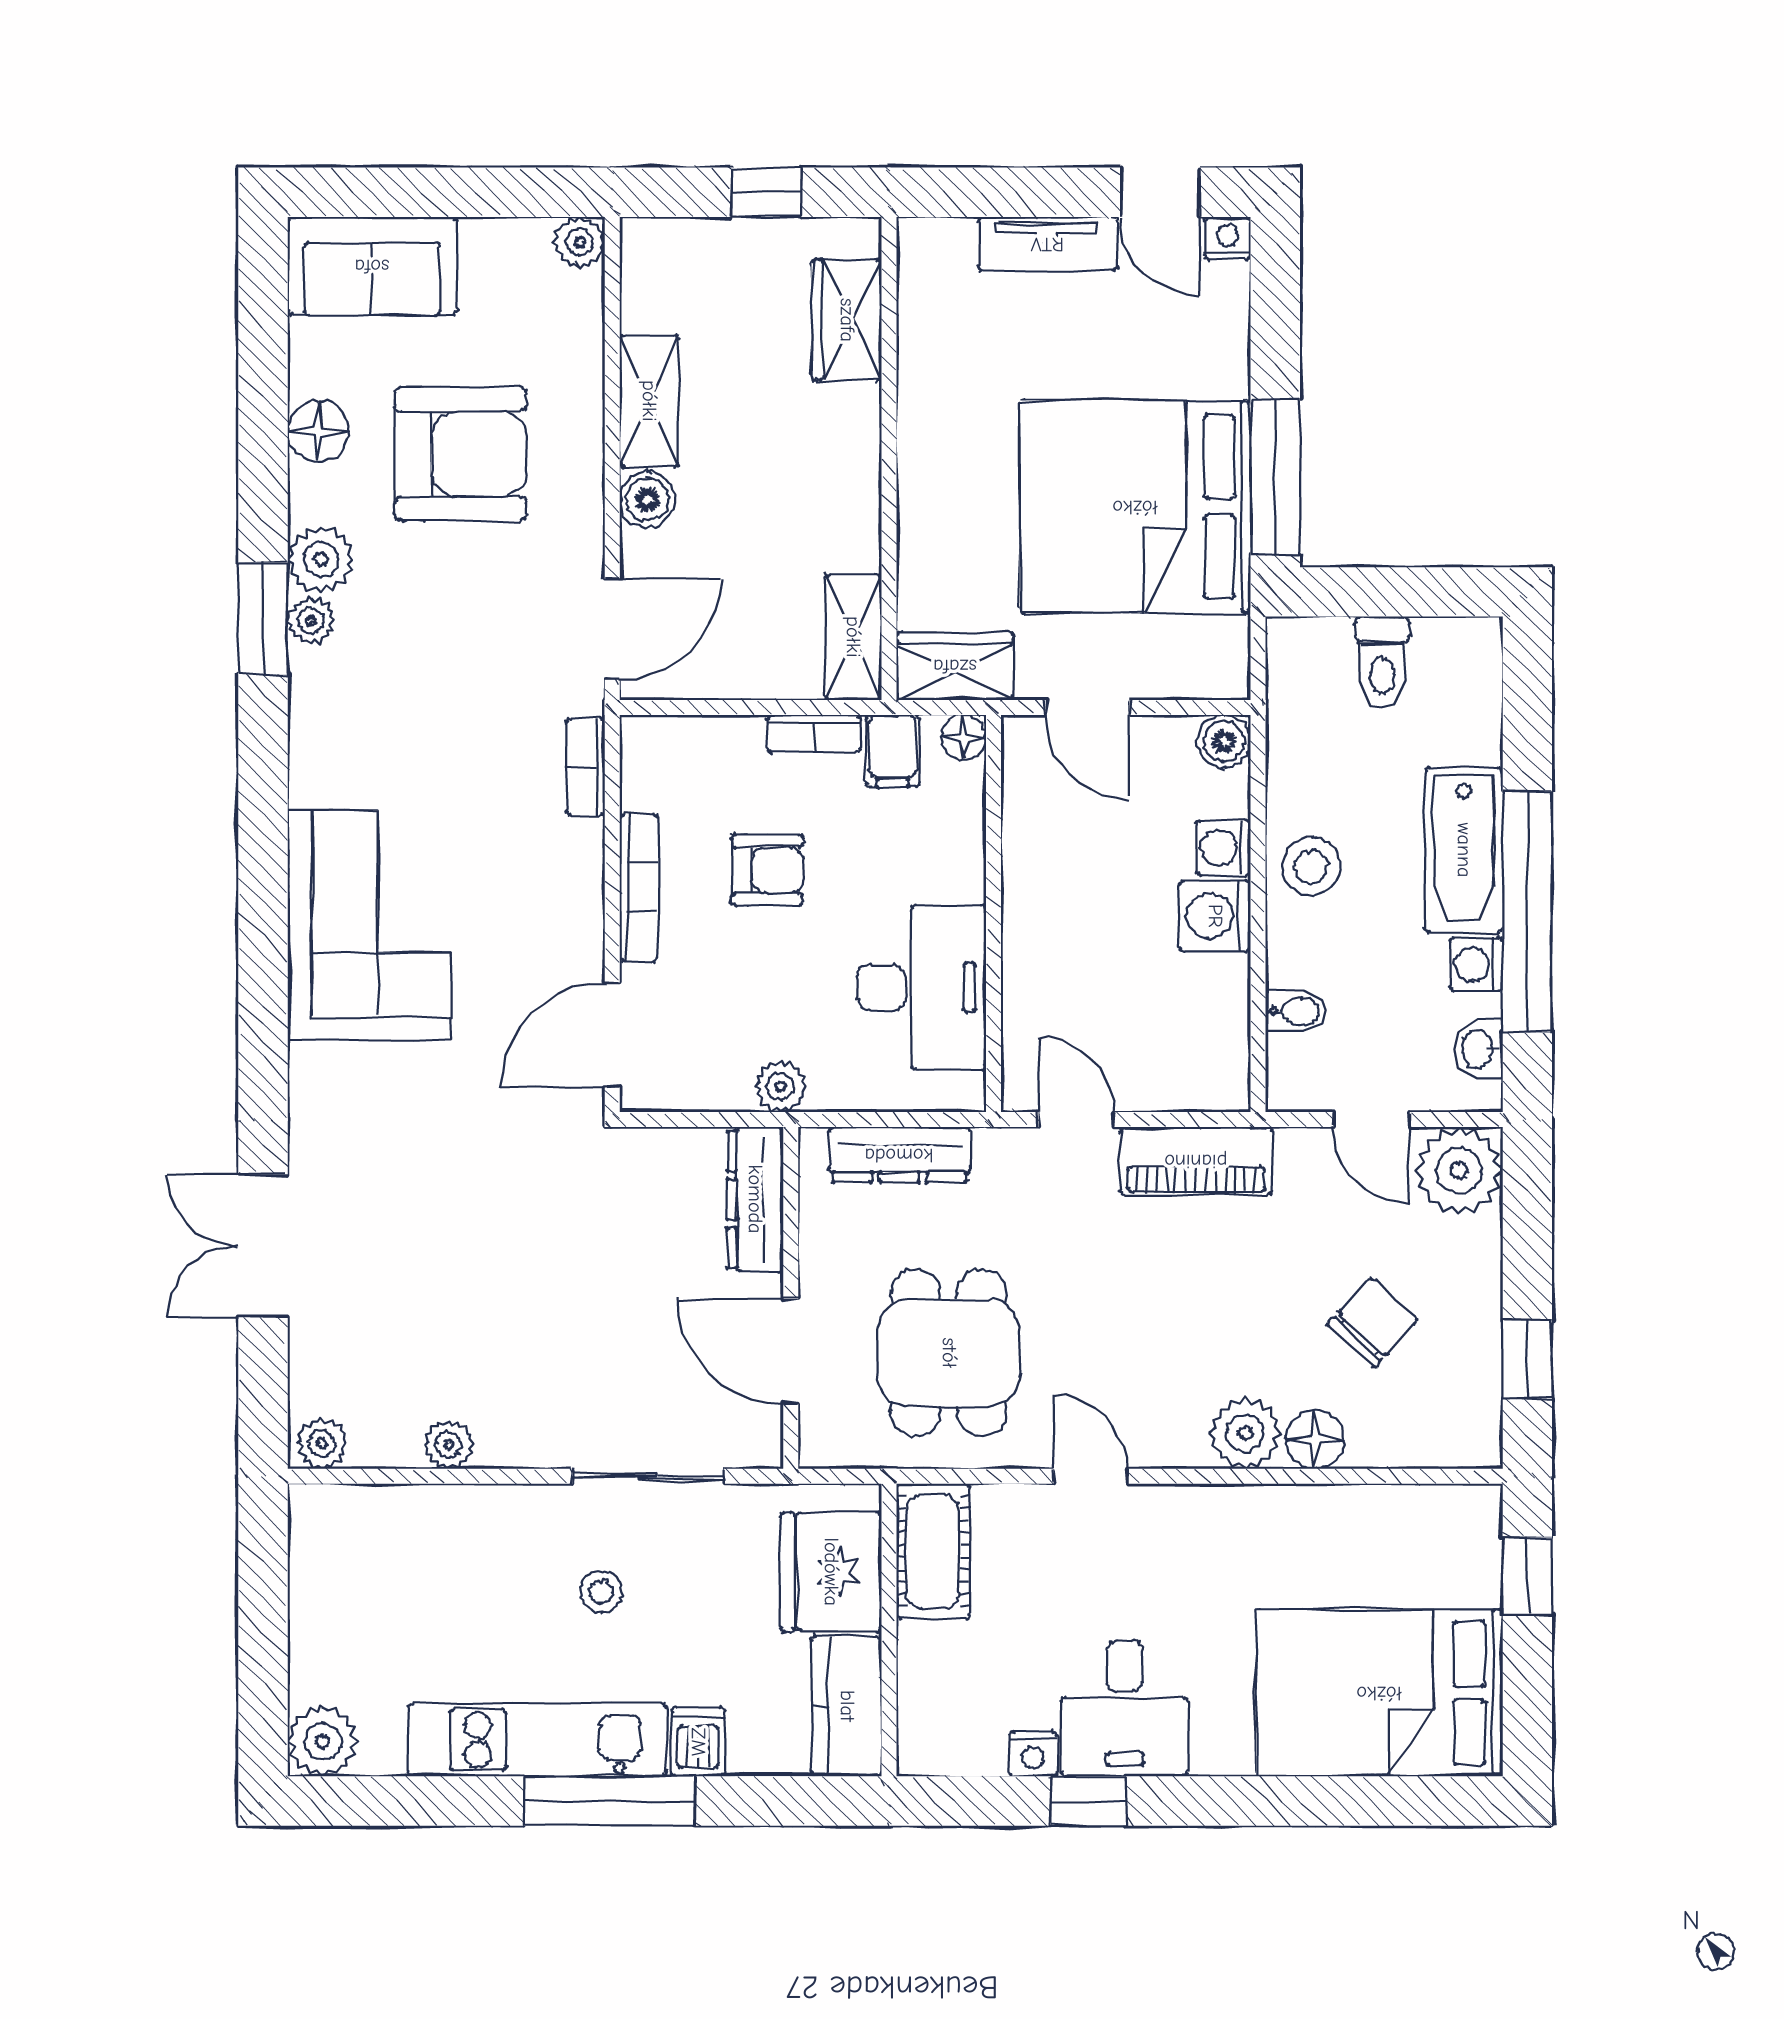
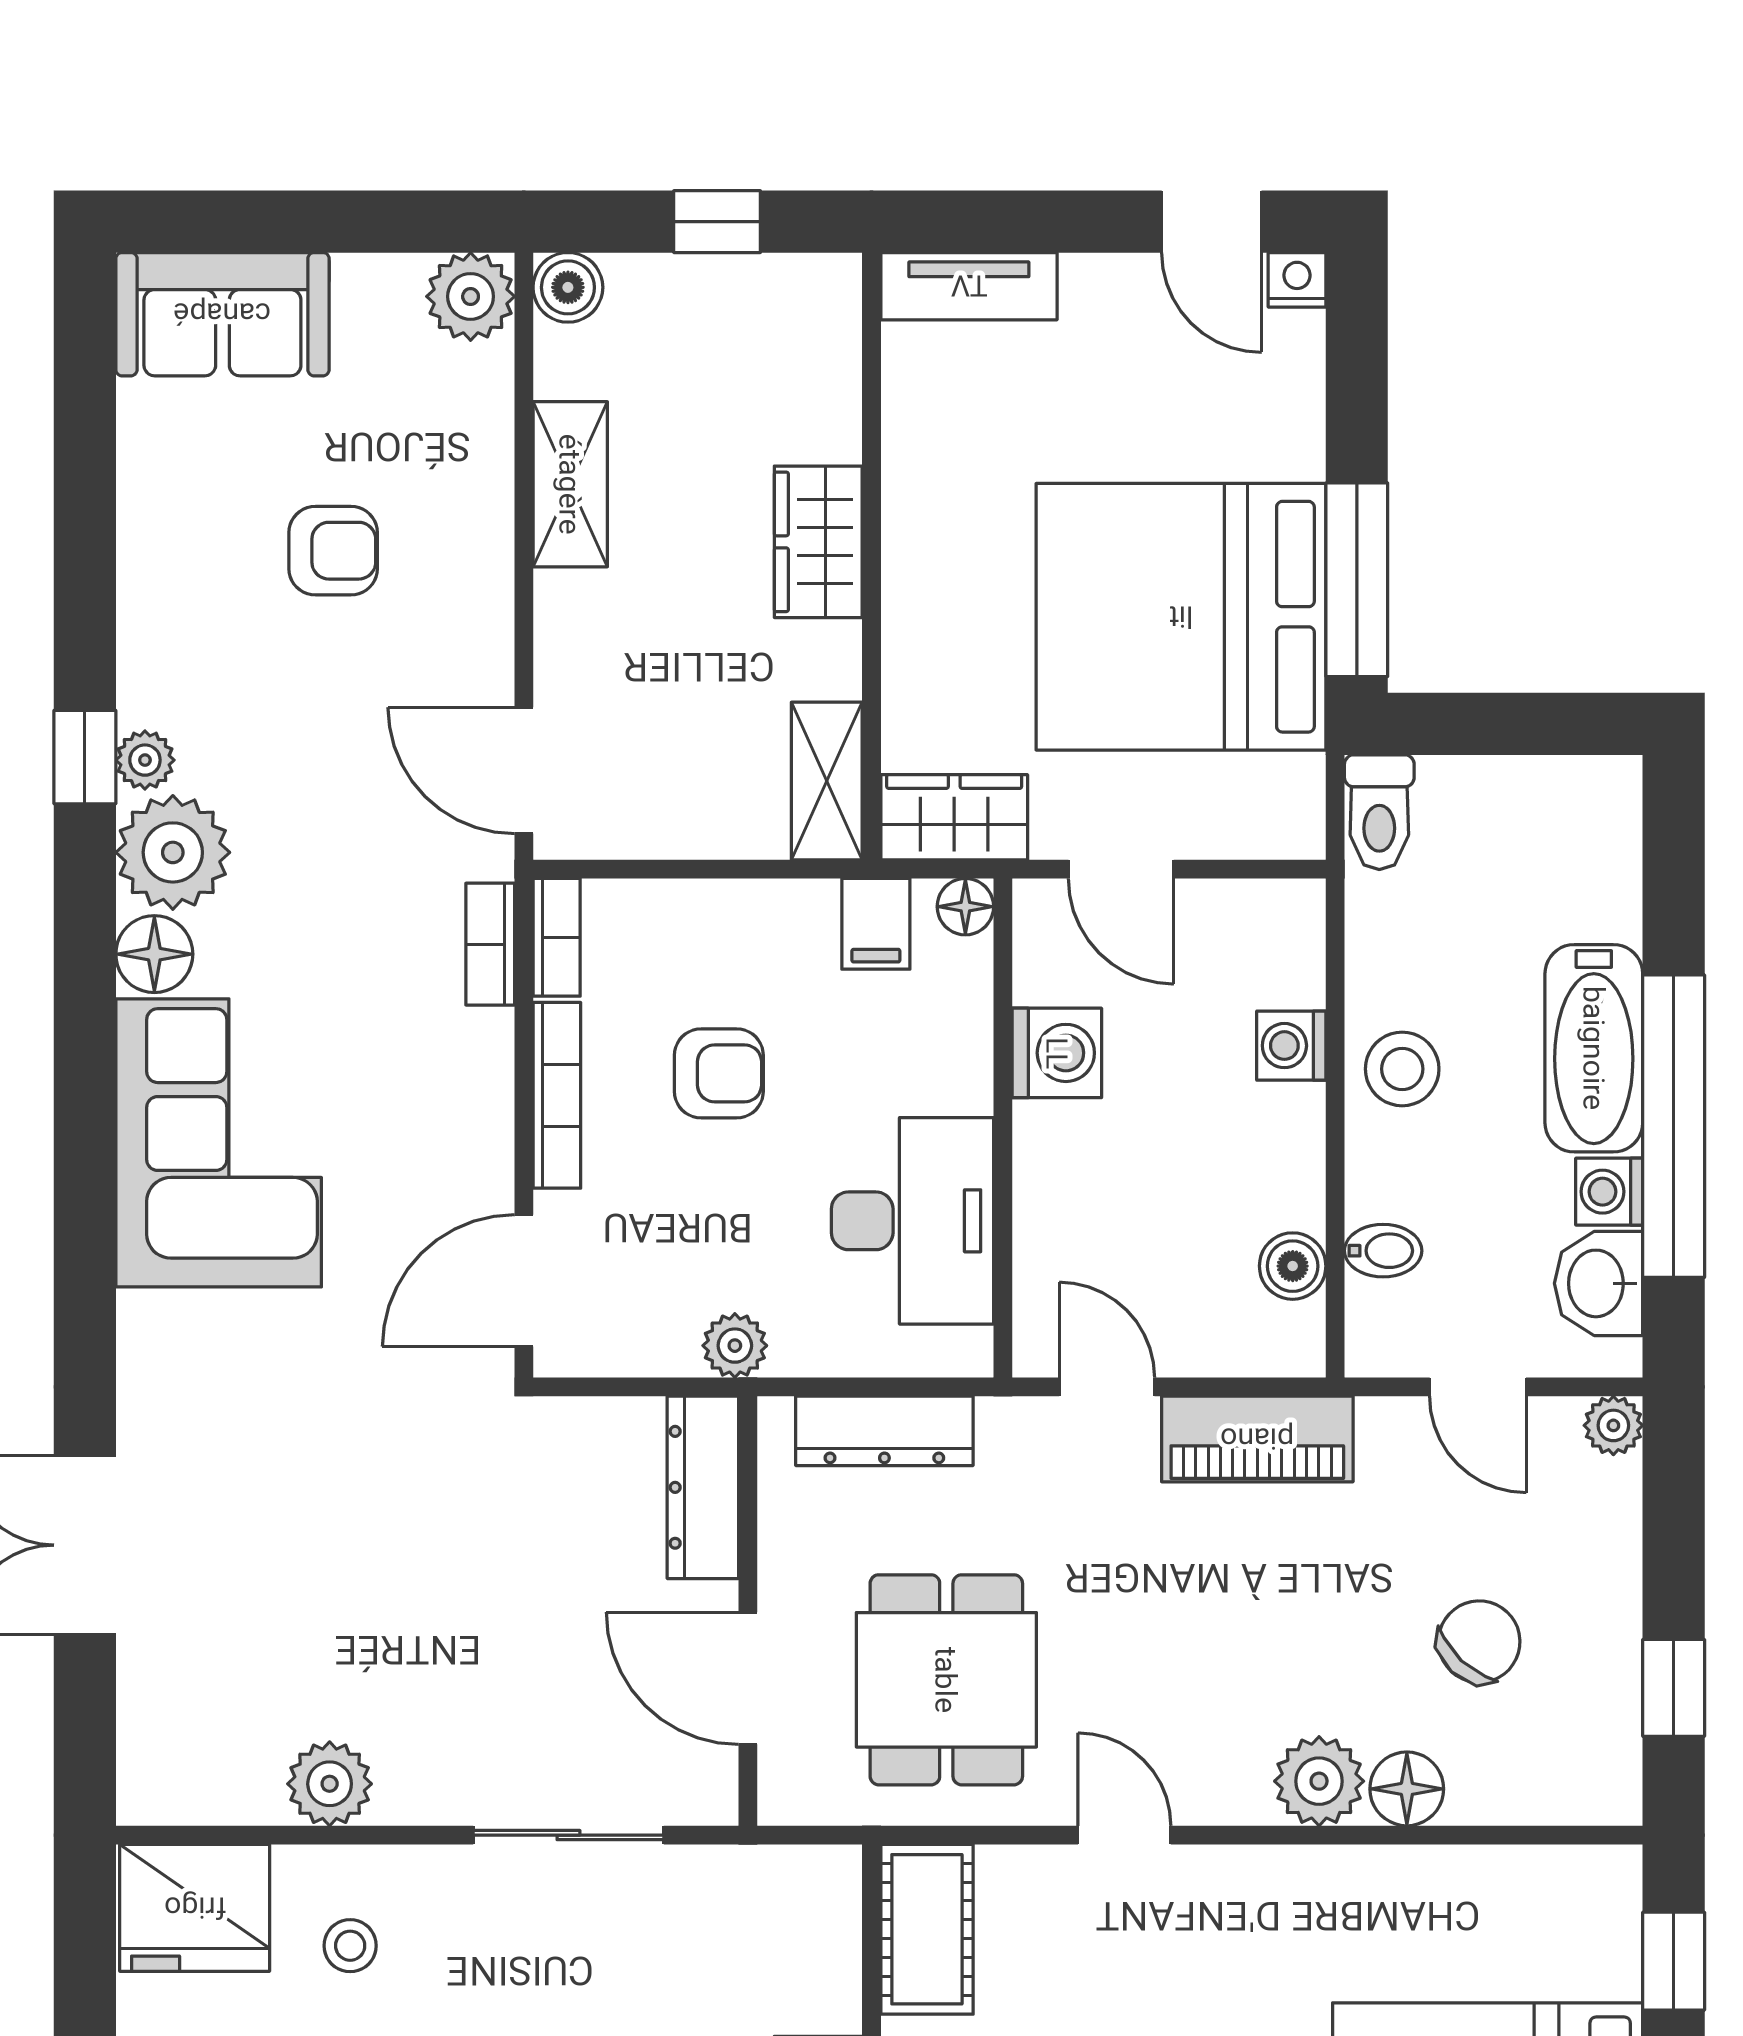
plant: (579, 242) -> (471, 296), width x1.38, depth x1.38
tv unit: (1047, 244) -> (969, 286), moved
wardrobe: (847, 320) -> (818, 542), moved
floor lamp: (318, 431) -> (154, 954), moved
armchair: (461, 454) -> (333, 551), width x0.53, depth x0.53
boiler: (647, 500) -> (568, 287), moved
plant: (321, 559) -> (173, 852), moved, width x1.36, depth x1.36
window: (263, 618) -> (85, 757), width x0.67
door: (612, 629) -> (524, 770), swing flipped
toilet: (1382, 662) -> (1379, 812), moved
bookcase: (814, 734) -> (557, 937), moved, turned -90
boiler: (1224, 741) -> (1293, 1266), moved
washing machine: (1215, 916) -> (1057, 1053), moved, turned 180
washbasin: (1479, 1049) -> (1599, 1283), width x1.38, depth x1.45
plant: (1459, 1171) -> (1613, 1425), width x0.53, depth x0.53
plant: (322, 1444) -> (159, 1794), removed
plant: (449, 1445) -> (330, 1784), width x1.38, depth x1.38
fridge: (831, 1572) -> (195, 1908), moved, turned -90
stool: (601, 1592) -> (350, 1946), moved

